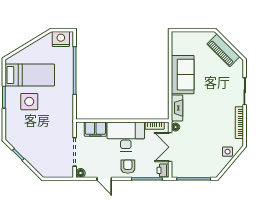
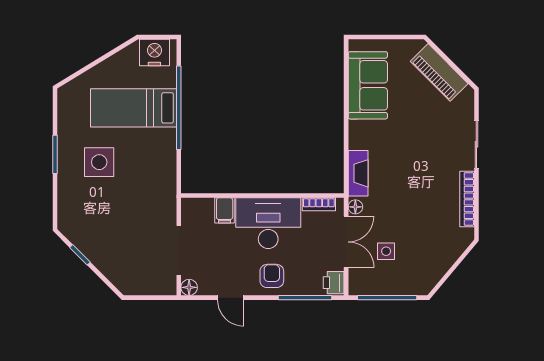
bed: (30, 75) -> (134, 108), moved, turned 180
sofa: (183, 75) -> (368, 85), moved
filing cabinet: (95, 129) -> (225, 210), width x0.50
double door: (170, 147) -> (346, 242), swing flipped
side table: (228, 152) -> (386, 251), moved

